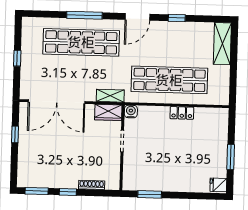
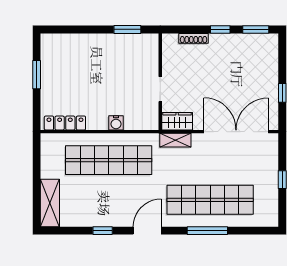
water cooler: (131, 112) -> (116, 123), moved
locker: (182, 113) -> (65, 123), moved, width x1.53
fridge: (218, 185) -> (50, 43), removed

